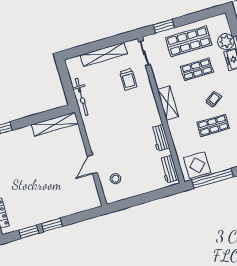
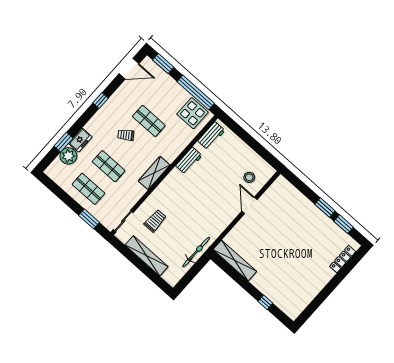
shop shelf: (189, 41) -> (88, 189), width x0.70, depth x0.74
door: (92, 164) -> (249, 205), swing flipped

